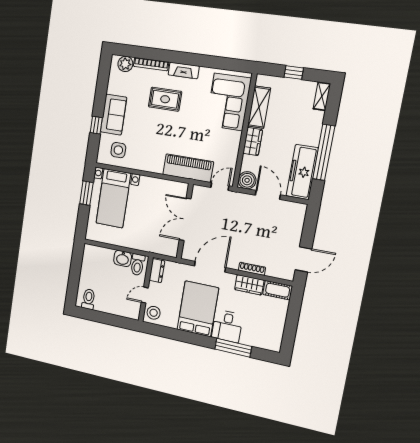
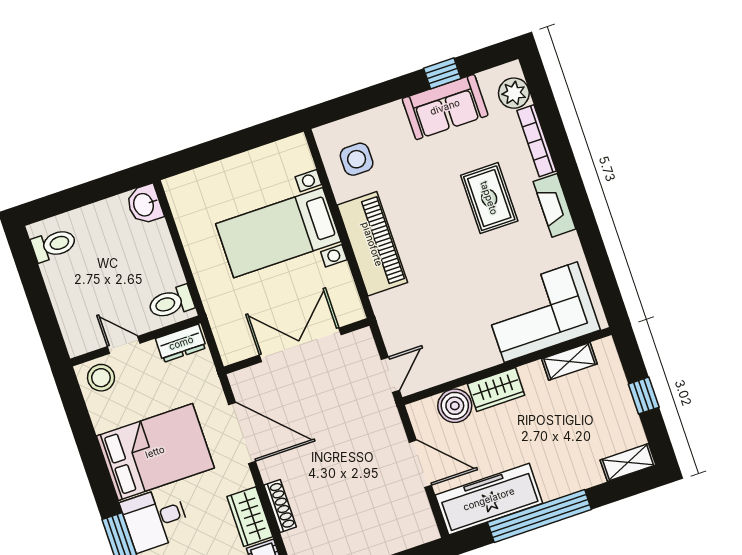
shelving: (259, 107) -> (569, 361), width x0.67, depth x0.75
sofa: (114, 115) -> (445, 107), moved
window: (96, 125) -> (442, 73), moved
piano: (188, 168) -> (372, 244), moved
boiler: (247, 180) -> (455, 406), moved
door: (220, 187) -> (390, 375), hinge flipped
window: (86, 193) -> (247, 139), removed
door: (268, 195) -> (420, 464), hinge flipped
bed with nightstands: (113, 198) -> (278, 233), moved
washbasin: (123, 258) -> (144, 204), moved

